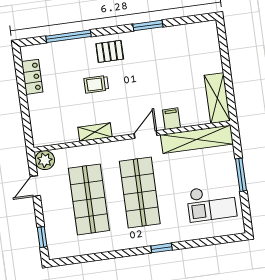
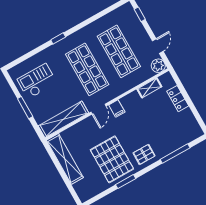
pallet: (154, 62) -> (112, 159), added
locker: (32, 77) -> (178, 99), moved
trolley: (96, 84) -> (144, 129), removed
shelving: (217, 98) -> (65, 159), width x1.47
filing cabinet: (172, 119) -> (117, 109), moved
shelving: (95, 132) -> (149, 88), moved

